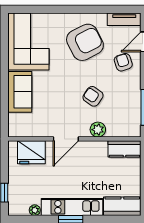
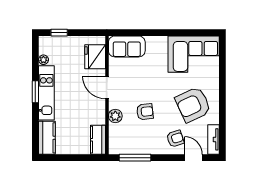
armchair: (85, 42) -> (193, 105), turned 92
sofa: (20, 92) -> (127, 46), moved
armchair: (93, 96) -> (145, 112), turned 49

